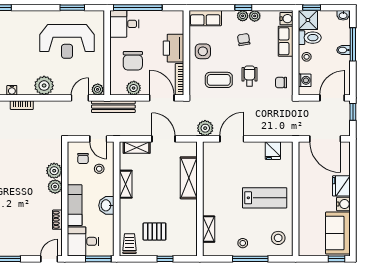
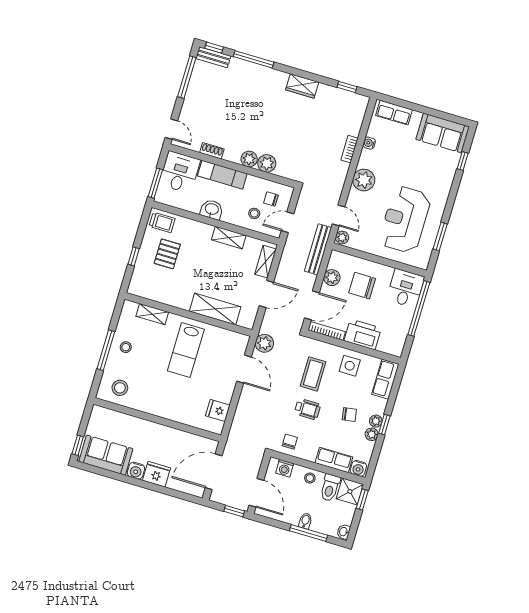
lab bench: (265, 198) -> (186, 350), moved

